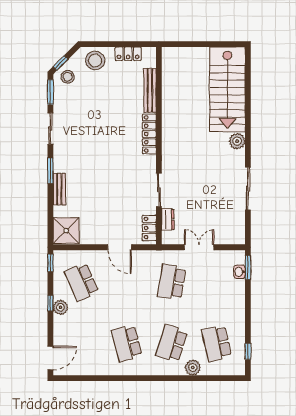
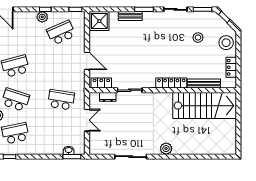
stool: (68, 77) -> (198, 38), moved
stairs: (227, 89) -> (205, 106), moved, turned 180
door: (120, 247) -> (87, 61), swing flipped

